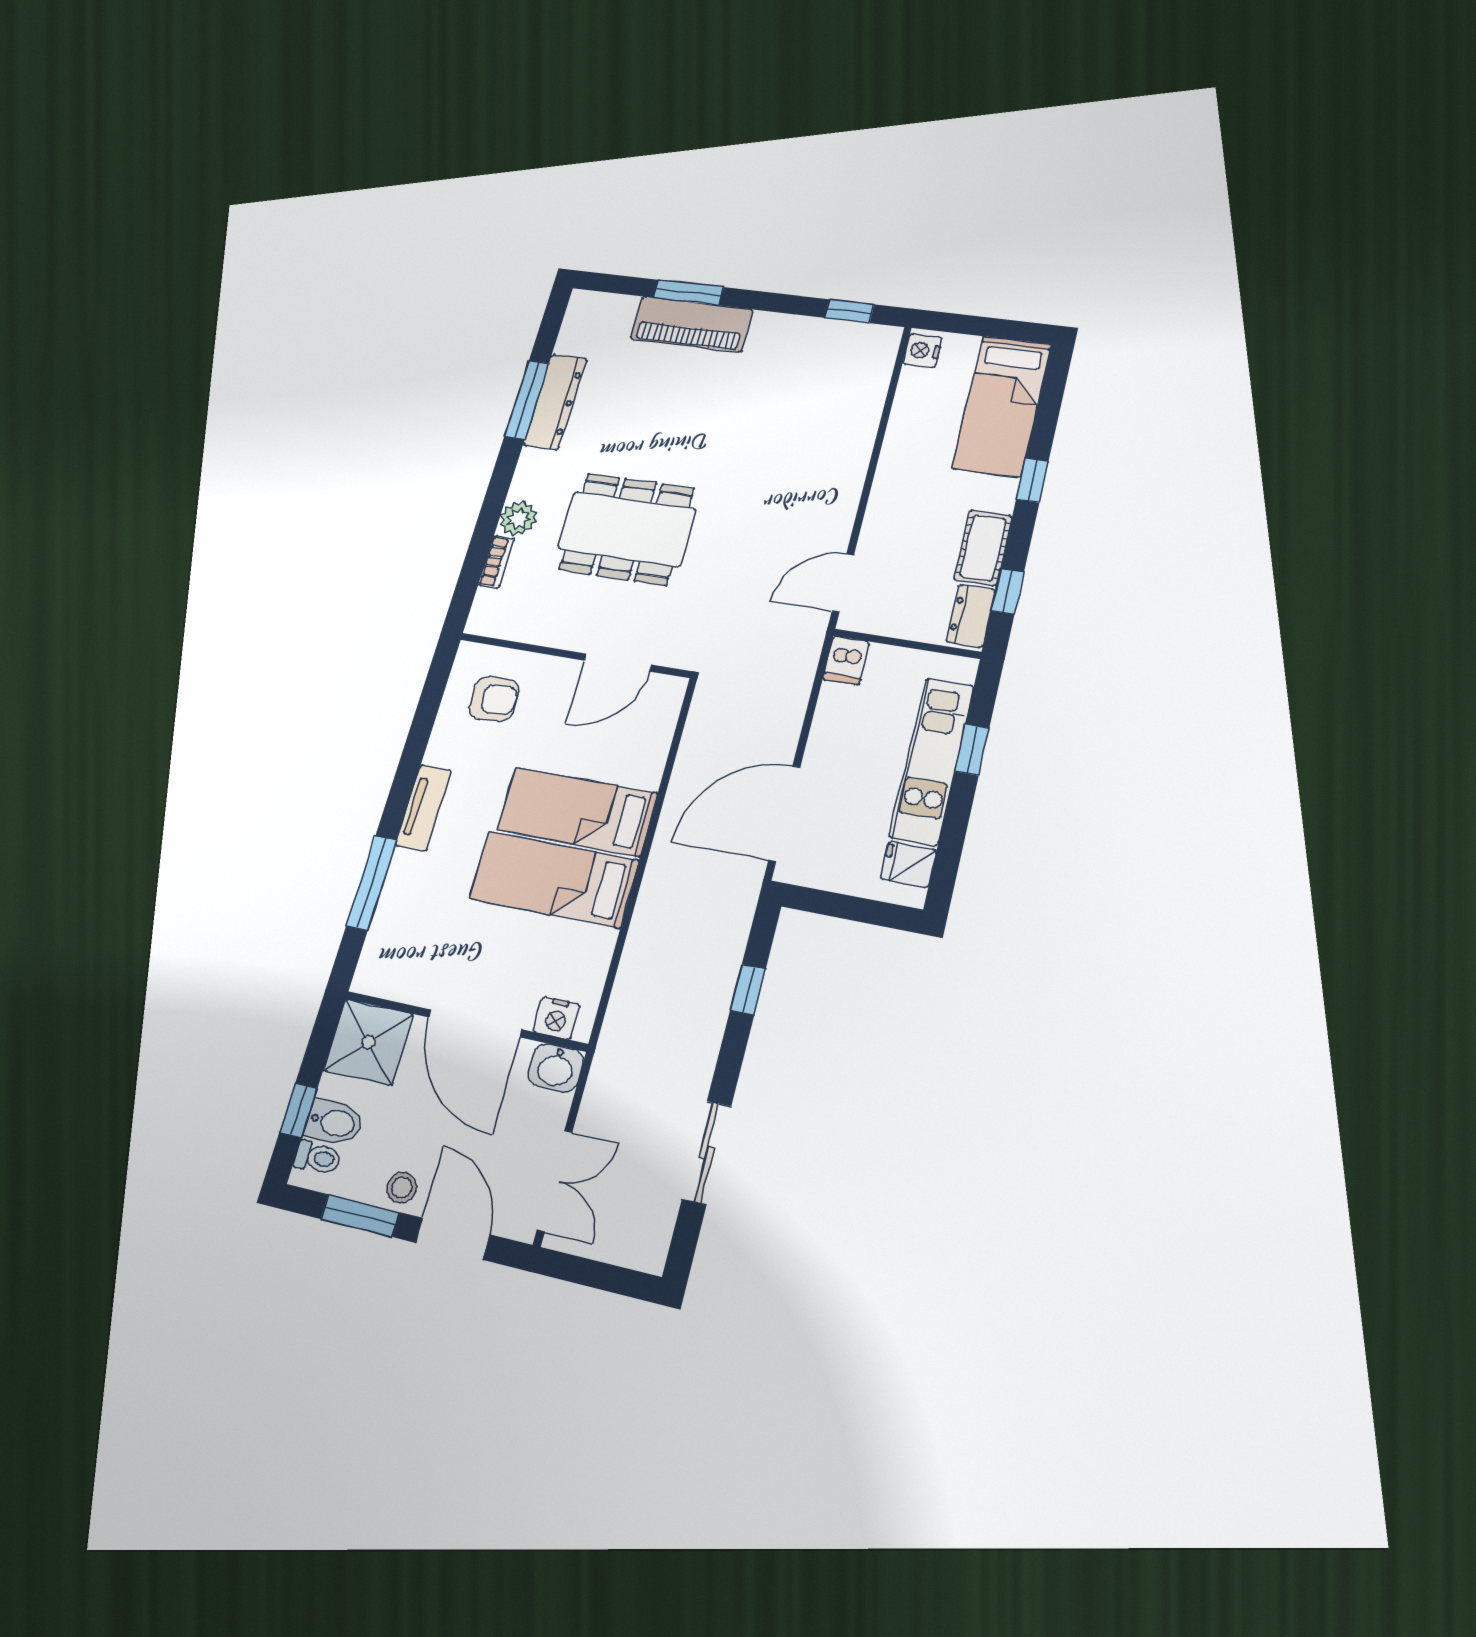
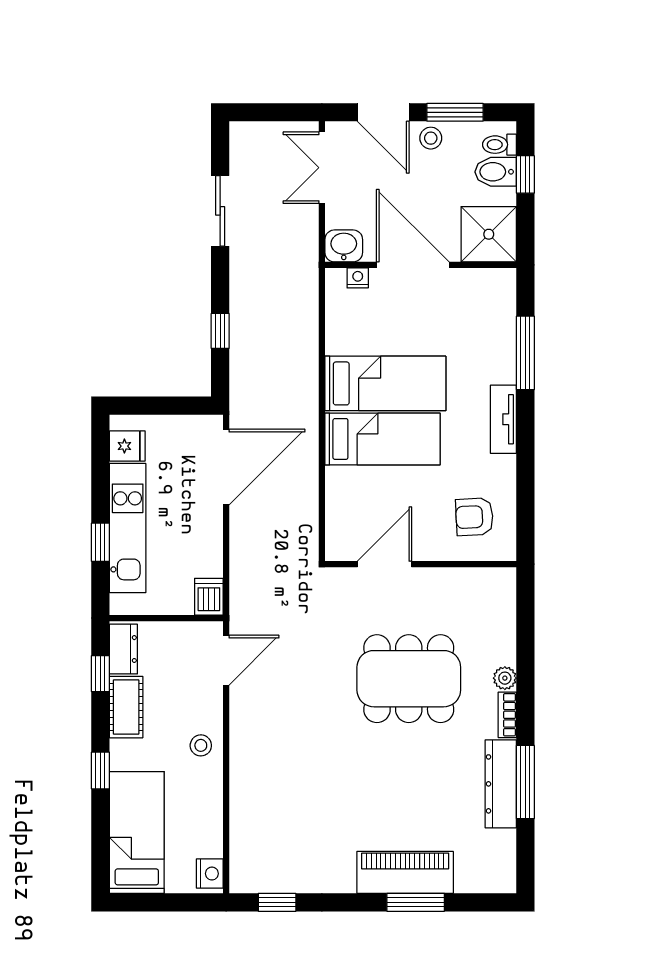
stool: (899, 491) -> (201, 745), added
plant: (518, 518) -> (505, 678), width x0.73, depth x0.73
bookcase: (496, 562) -> (507, 715), moved
nightstand: (556, 1018) -> (358, 278), width x0.72, depth x0.74

